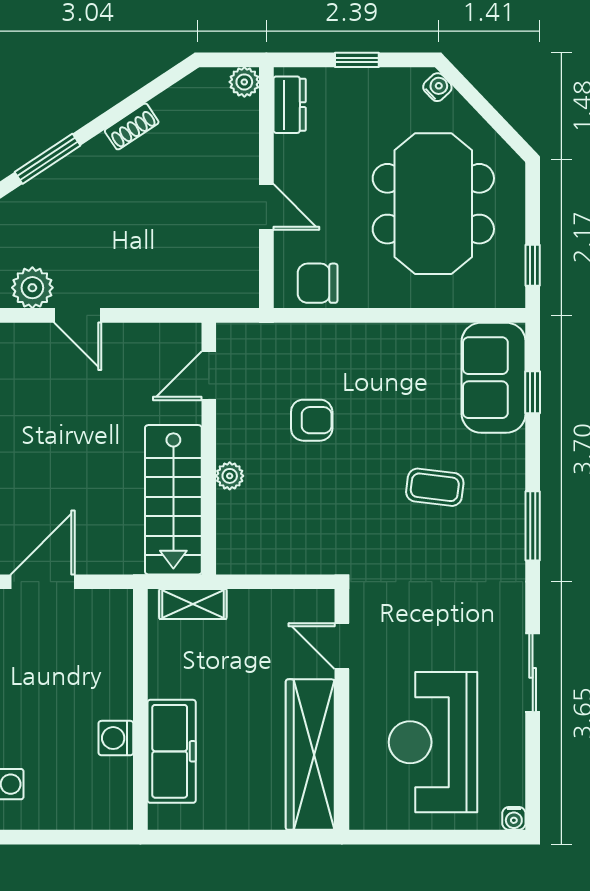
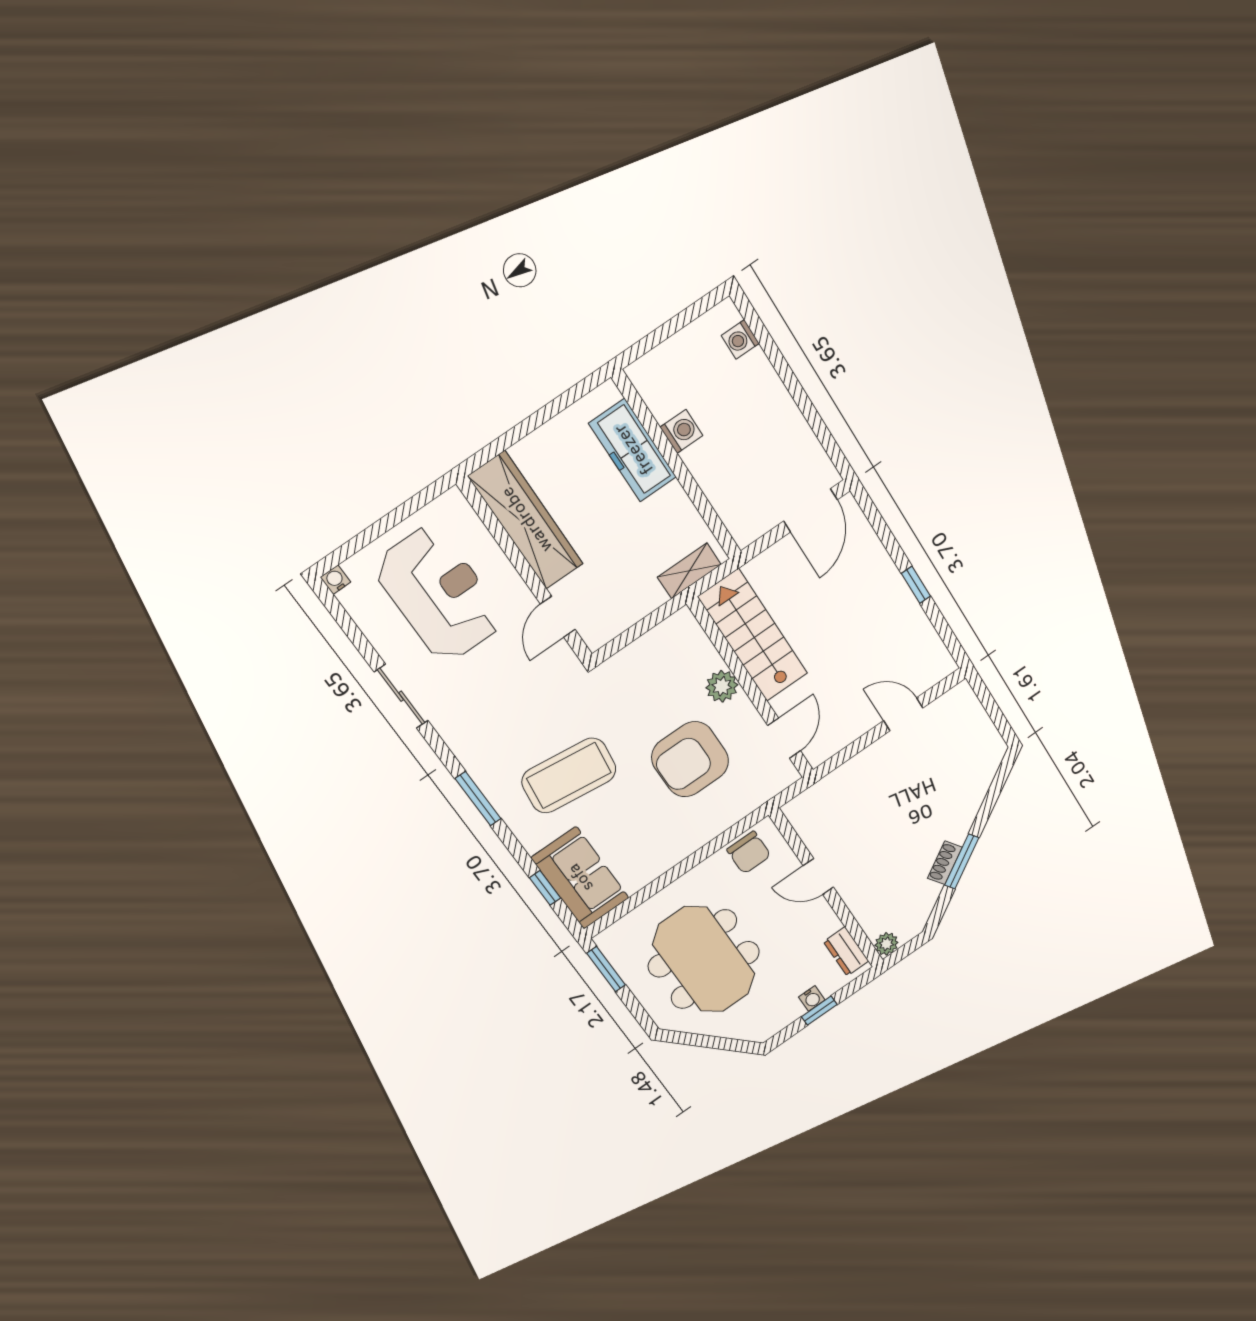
water cooler: (437, 87) -> (812, 998), moved, turned -46
window: (48, 159) -> (962, 861), moved
window: (533, 265) -> (606, 969), width x1.50
chair: (318, 283) -> (749, 853), turned 90
plant: (32, 288) -> (947, 711), removed
armchair: (312, 420) -> (690, 759), width x1.88, depth x1.88
plant: (230, 476) -> (722, 686), width x1.38, depth x1.38
coffee table: (435, 487) -> (569, 775), width x1.86, depth x1.72
door: (342, 646) -> (558, 617), swing flipped

